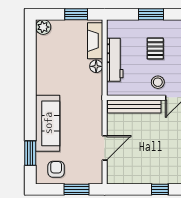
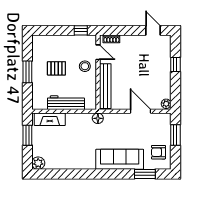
floor lamp: (96, 66) -> (98, 118), moved
plant: (113, 178) -> (166, 104), added

